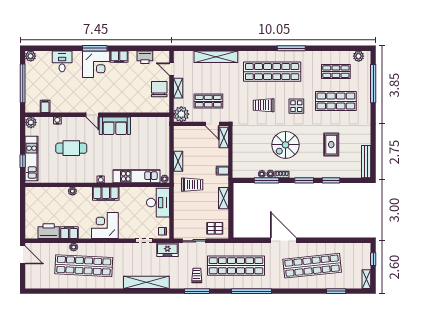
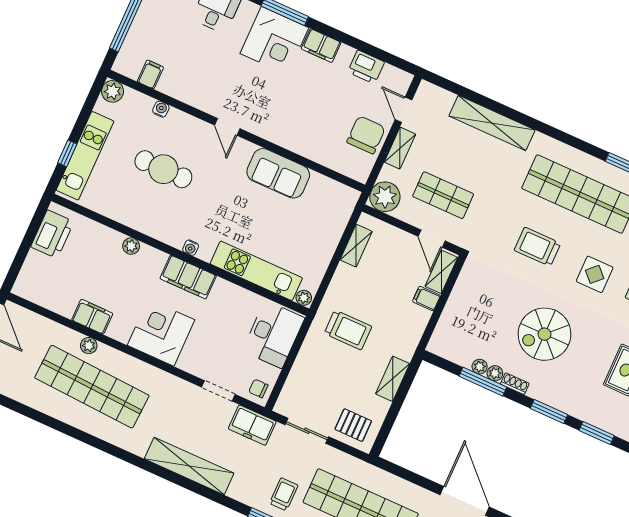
sofa: (115, 126) -> (278, 173), moved
shelving: (178, 161) -> (356, 246), moved
filing cabinet: (222, 171) -> (426, 299), moved
printer: (49, 231) -> (52, 234), moved, turned 90

